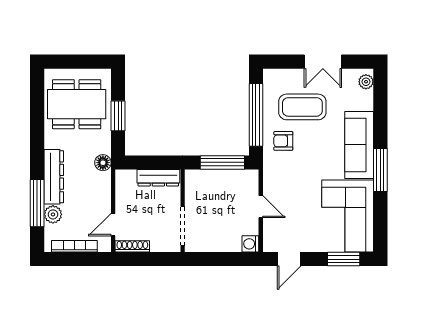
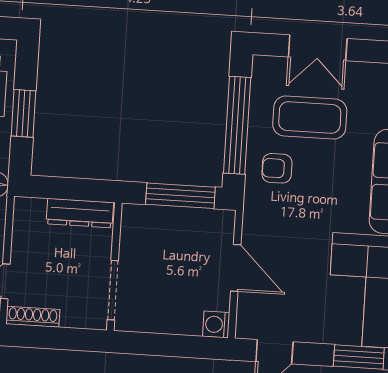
double door: (323, 62) -> (318, 48), moved
door: (261, 207) -> (236, 268), width x1.38

